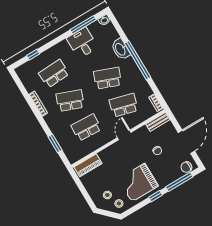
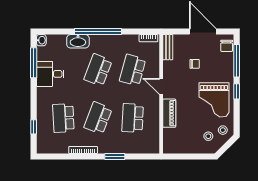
window: (55, 143) -> (115, 157), moved
piano: (88, 165) -> (169, 113), moved

